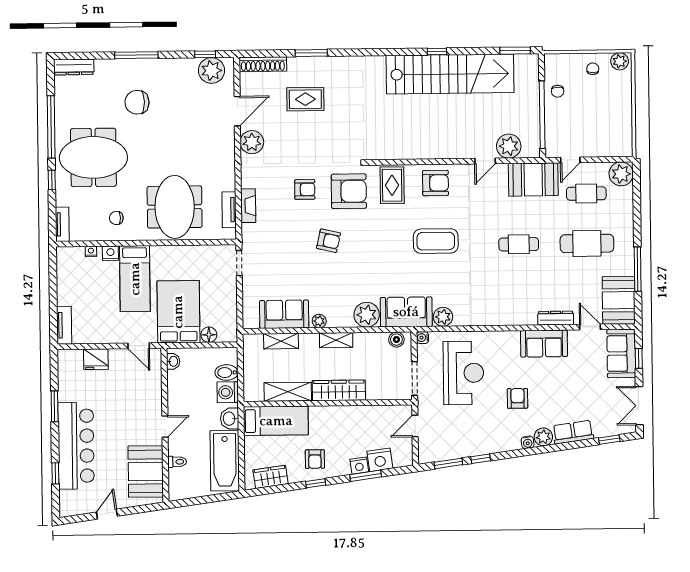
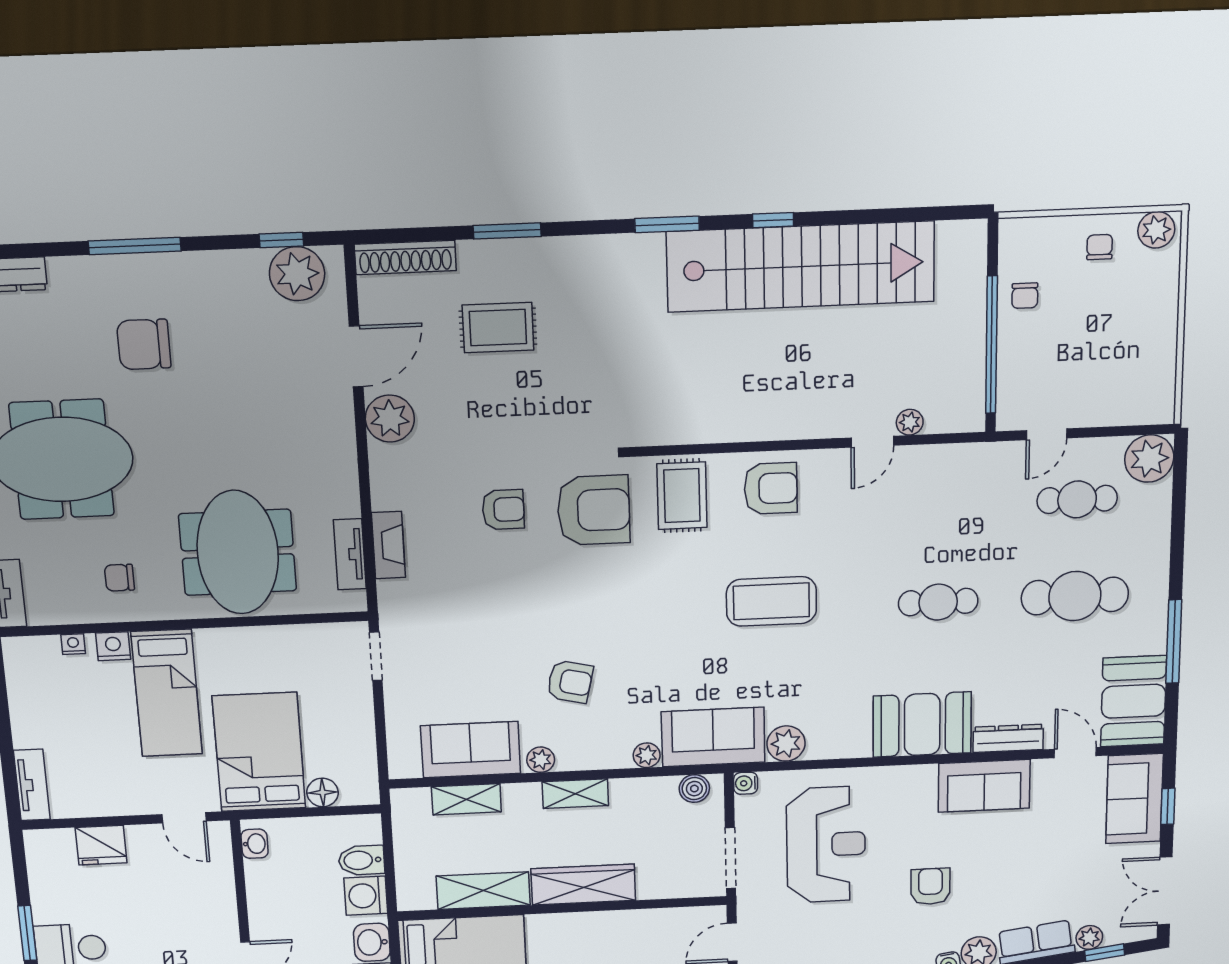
window: (515, 51) -> (667, 224), moved
plant: (509, 146) -> (910, 422), width x0.53, depth x0.53
booth: (533, 179) -> (922, 724), moved
armchair: (329, 241) -> (570, 682), moved
plant: (367, 315) -> (647, 755), width x0.53, depth x0.53
plant: (601, 431) -> (1089, 937), added

